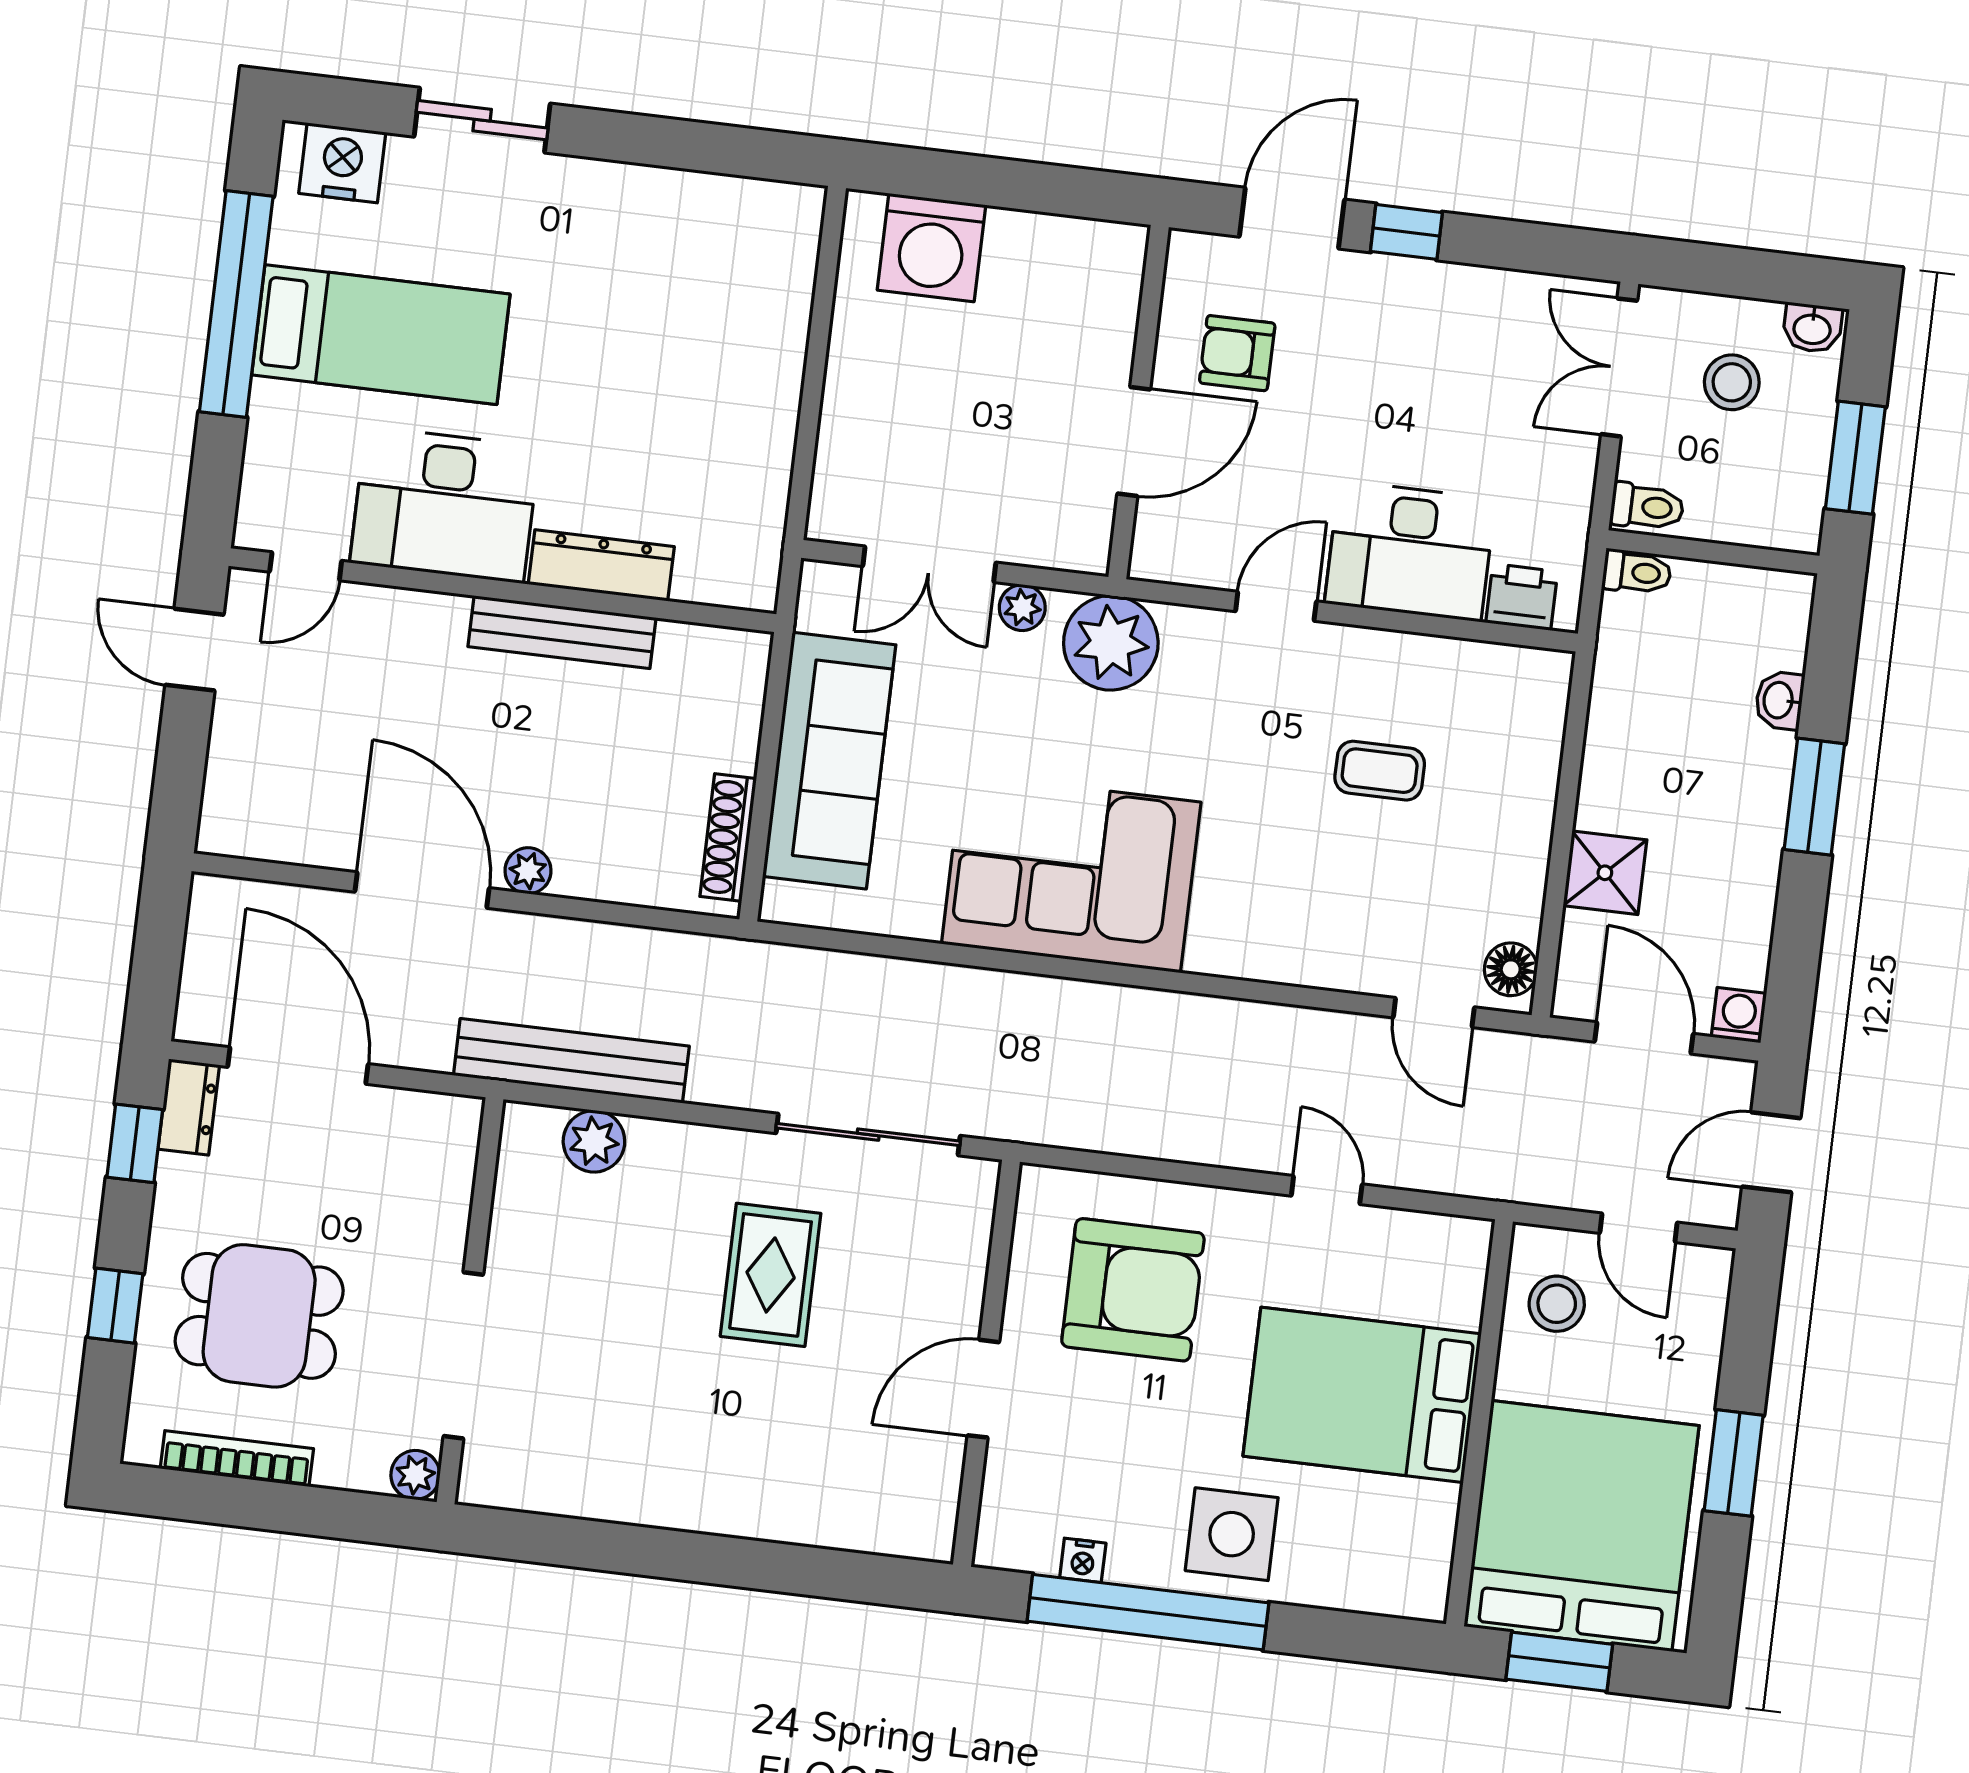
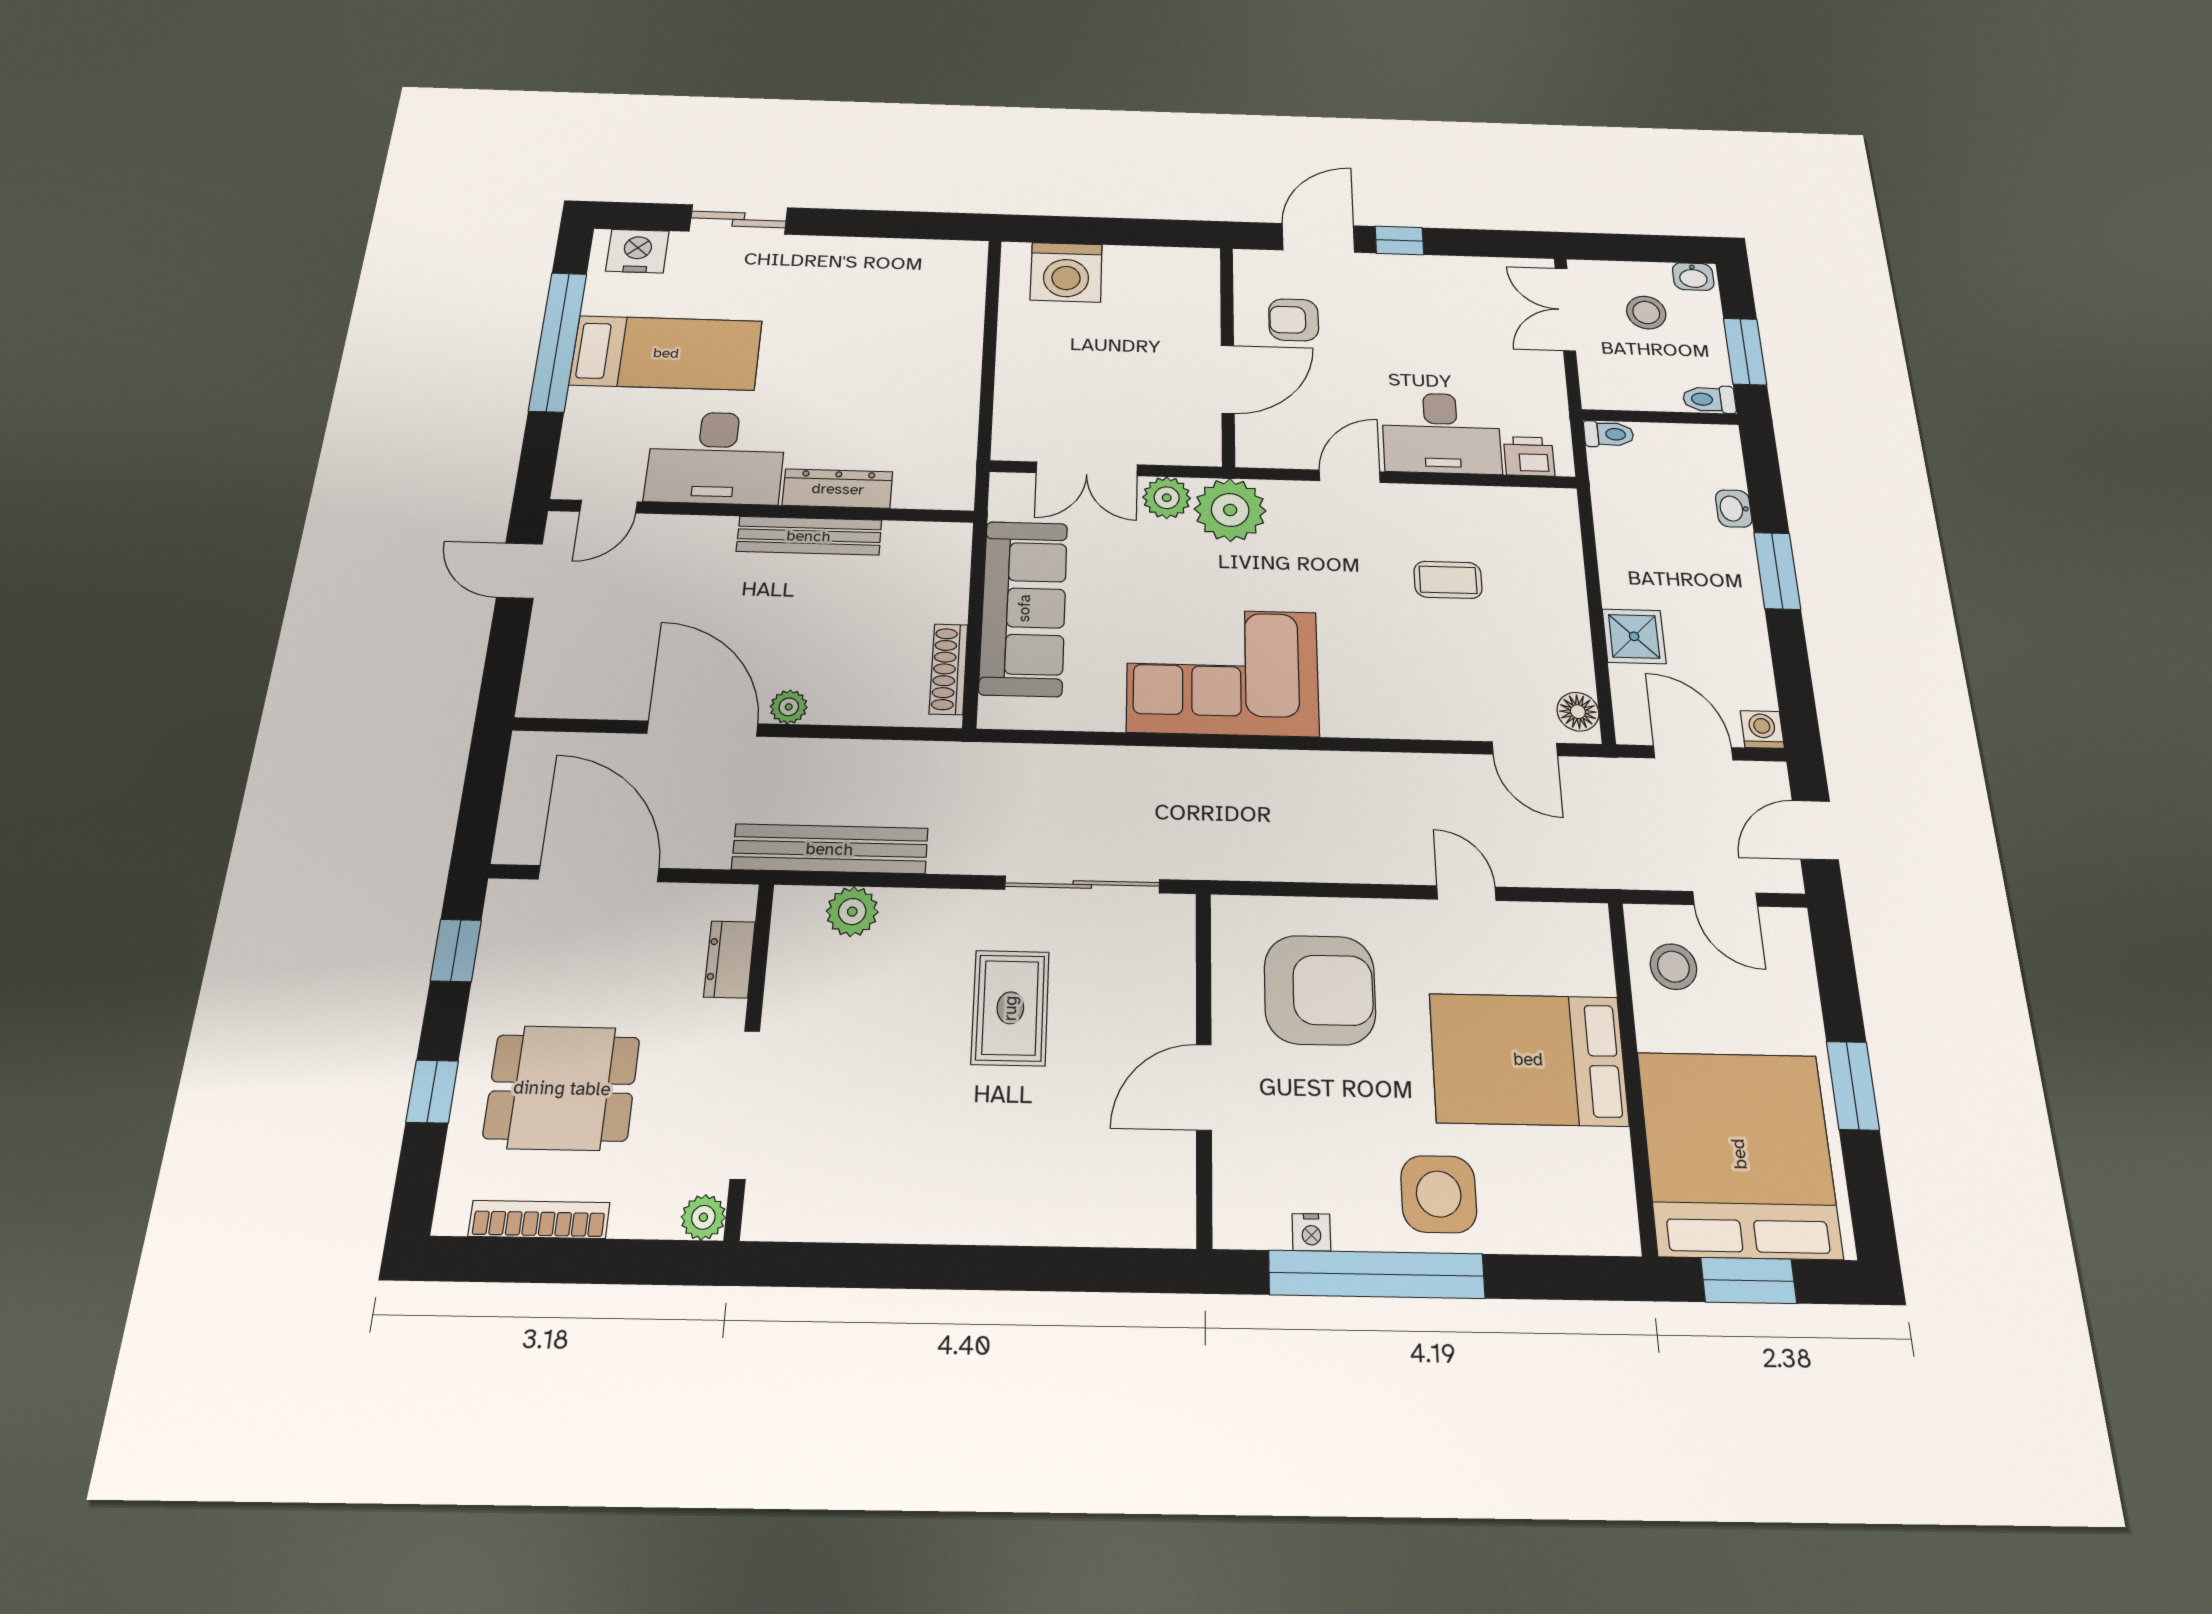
toilet: (1647, 507) -> (1709, 399), moved, turned 180
plant: (1022, 608) -> (1167, 498), width x1.38, depth x1.38
dresser: (189, 1107) -> (729, 959), moved, turned 180

